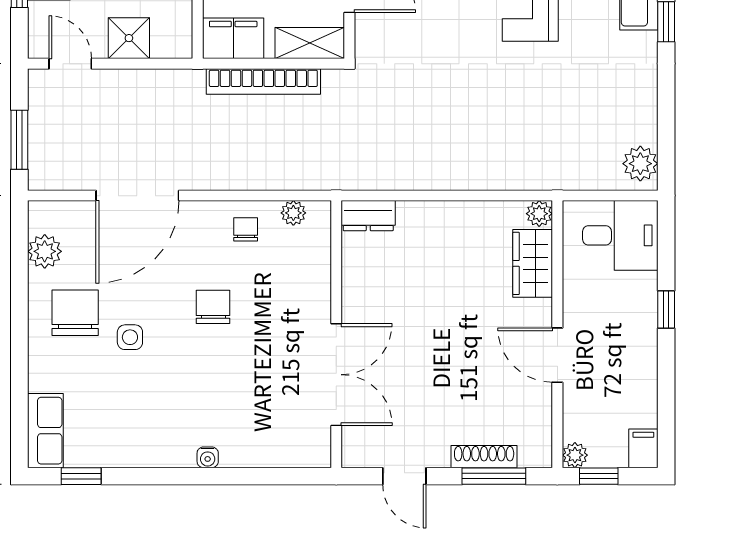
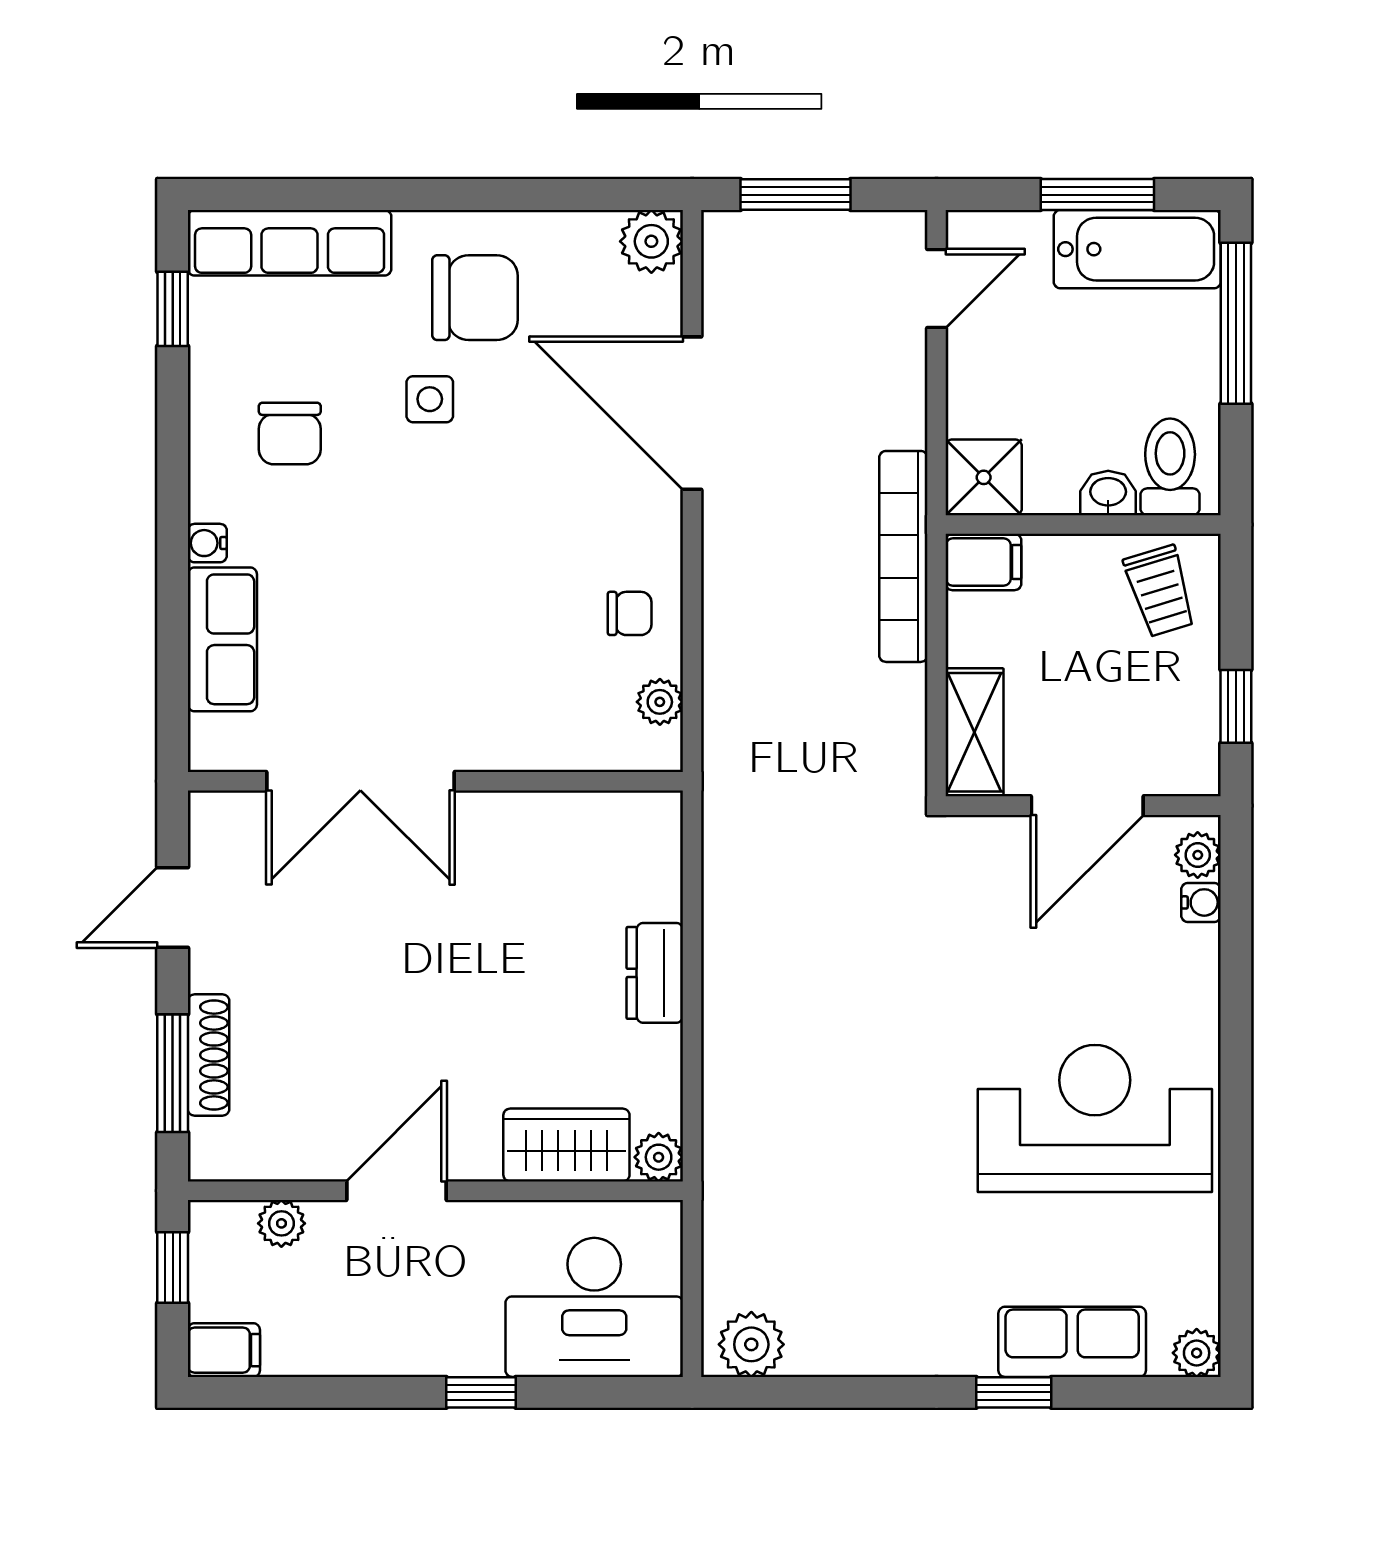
shower: (129, 38) -> (984, 477), moved
filing cabinet: (233, 38) -> (983, 562), width x0.50
bookcase: (263, 81) -> (903, 556), moved
dresser: (368, 216) -> (655, 973), moved
desk: (620, 235) -> (594, 1307), width x1.37
plant: (45, 251) -> (651, 241), moved
chair: (213, 307) -> (290, 434), moved, turned 90
row of seats: (45, 431) -> (290, 243), width x1.48
row of seats: (260, 449) -> (222, 639), added
plant: (575, 455) -> (281, 1223), moved

